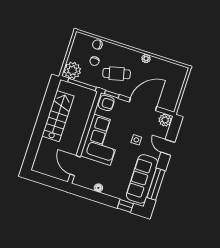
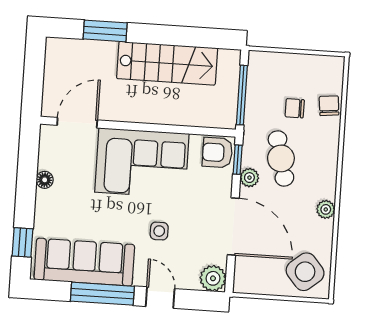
plant: (72, 70) -> (249, 178), moved, width x0.53, depth x0.53
side table: (173, 76) -> (305, 272), added
armchair: (106, 103) -> (217, 153), turned 90
window: (35, 141) -> (105, 31), added
door: (168, 147) -> (160, 298), hinge flipped
window: (156, 184) -> (102, 294), moved

